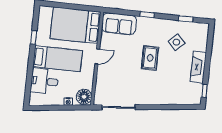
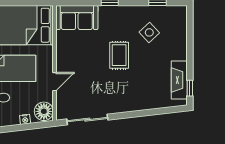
door: (97, 56) -> (55, 82), moved
fireplace: (198, 67) -> (179, 80), moved

